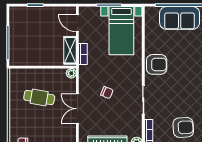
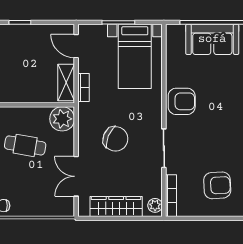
plant: (71, 73) -> (62, 119), width x1.88, depth x1.88
chair: (107, 93) -> (115, 139), width x1.87, depth x1.87
double door: (77, 109) -> (76, 176), moved

